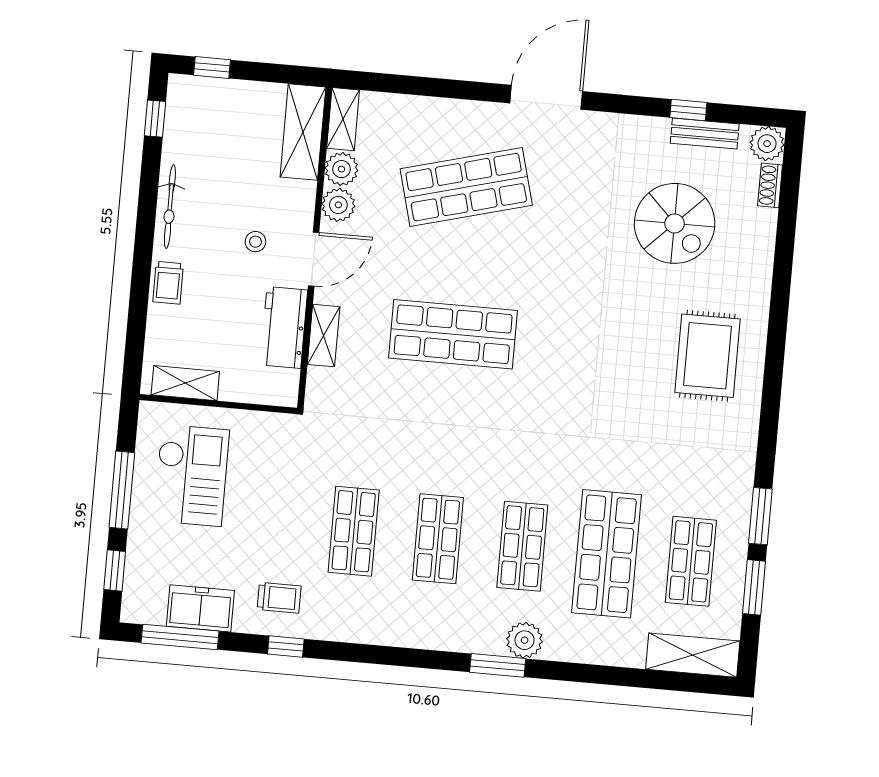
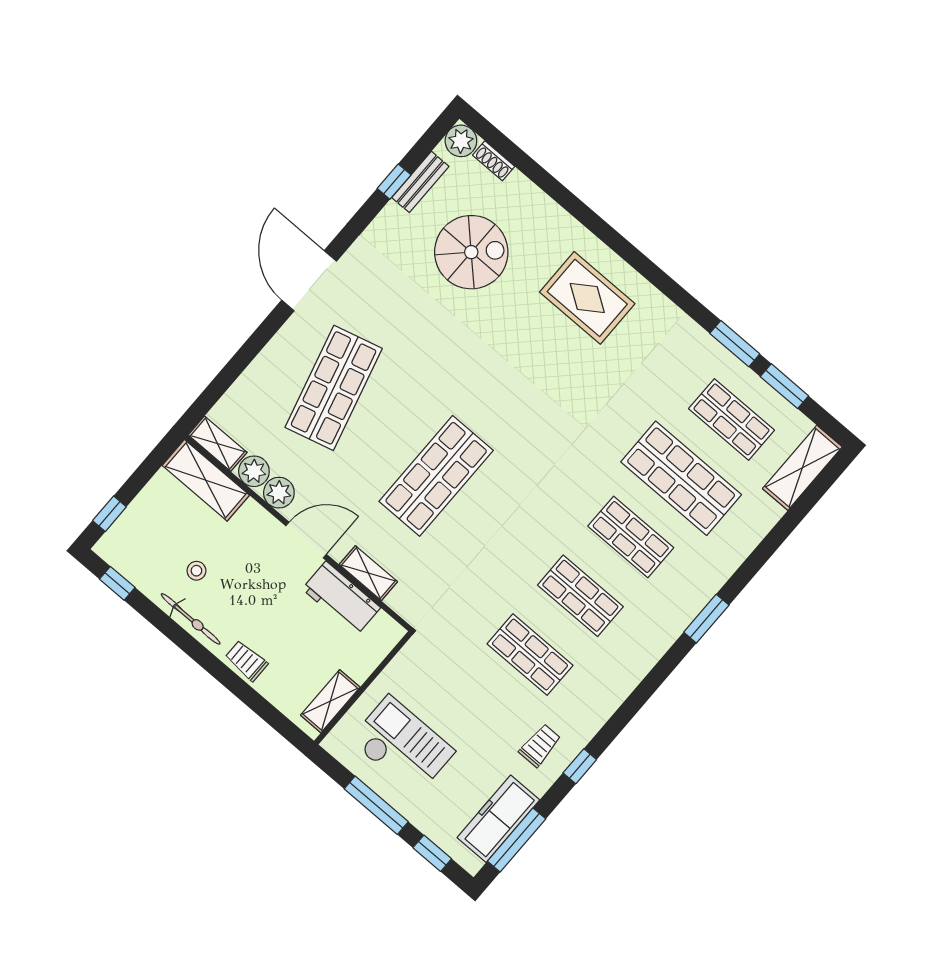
stool: (255, 242) -> (196, 571), moved
door: (314, 259) -> (306, 540), hinge flipped
trolley: (168, 283) -> (246, 661), turned 180
freezer: (200, 608) -> (498, 819), width x1.40
plant: (525, 640) -> (702, 585), removed

